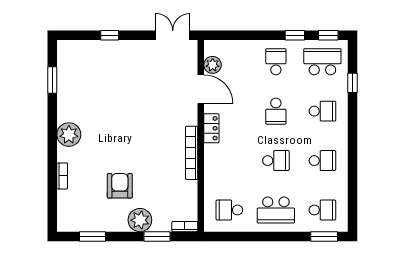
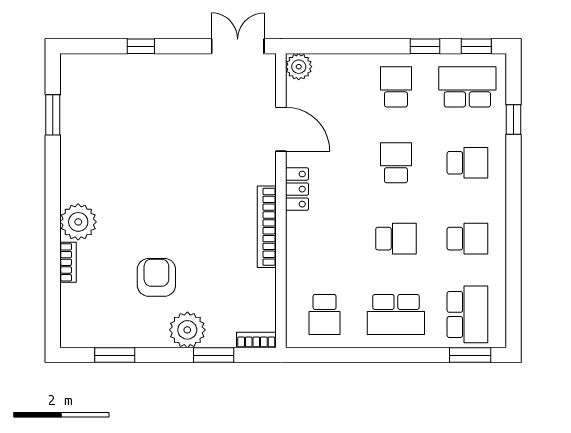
plant: (213, 65) -> (299, 67), moved
school desk: (276, 111) -> (396, 163), turned 180
plant: (69, 135) -> (78, 222), moved
school desk: (229, 210) -> (325, 314), turned -90
school desk: (322, 210) -> (467, 314), width x1.85

